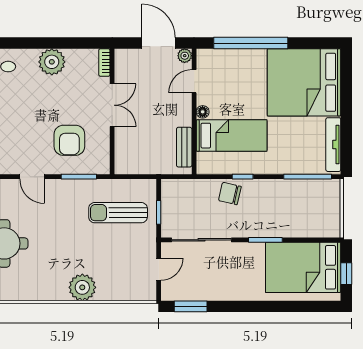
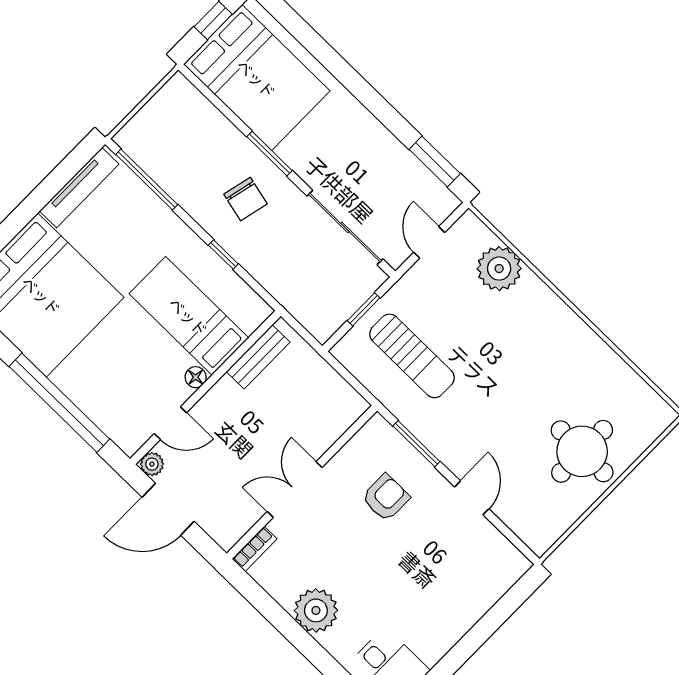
door: (159, 43) -> (168, 509), hinge flipped
armchair: (69, 140) -> (386, 498), width x0.72, depth x0.72
chair: (230, 193) -> (246, 199), moved
door: (159, 269) -> (429, 242), hinge flipped
plant: (82, 287) -> (499, 269), moved

